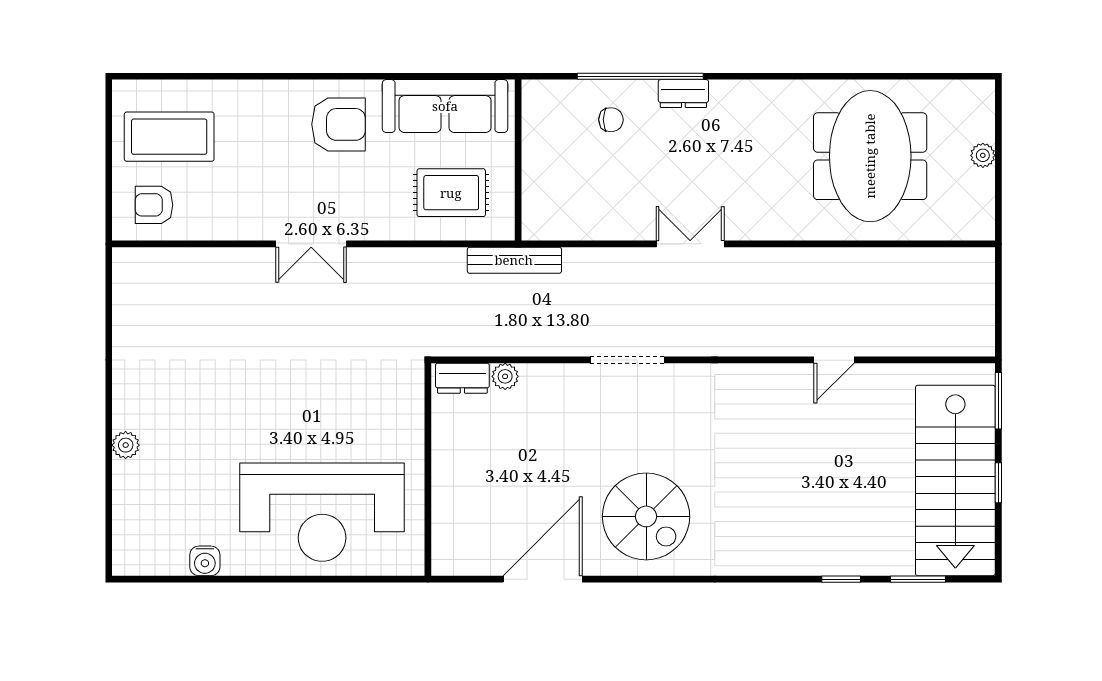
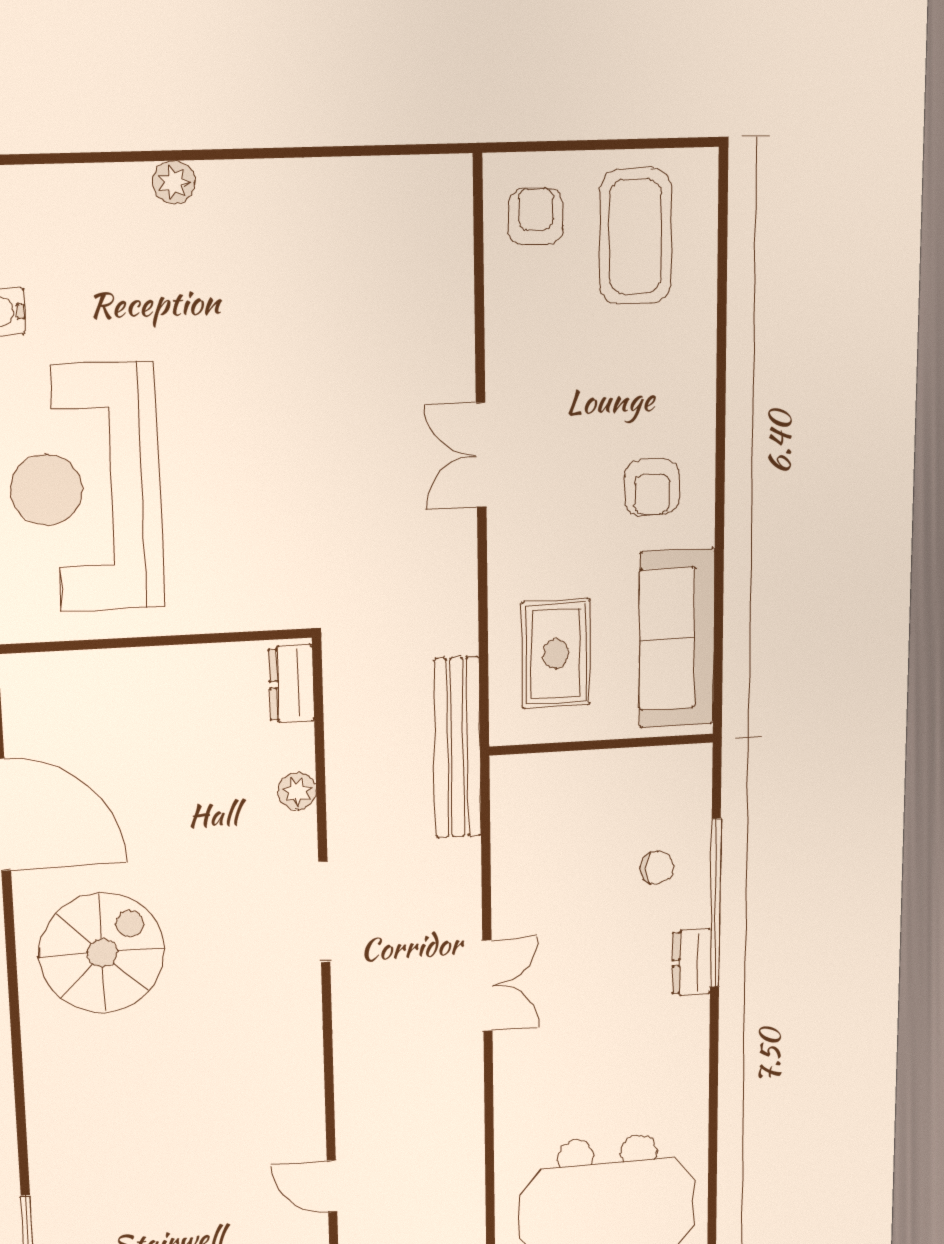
chair: (611, 120) -> (657, 868), turned -90
armchair: (338, 124) -> (652, 487), width x0.72, depth x0.72
bench: (514, 260) -> (458, 748), width x1.37, depth x1.21
plant: (505, 376) -> (297, 791), moved
spiral stairs: (646, 516) -> (102, 953), turned 180

